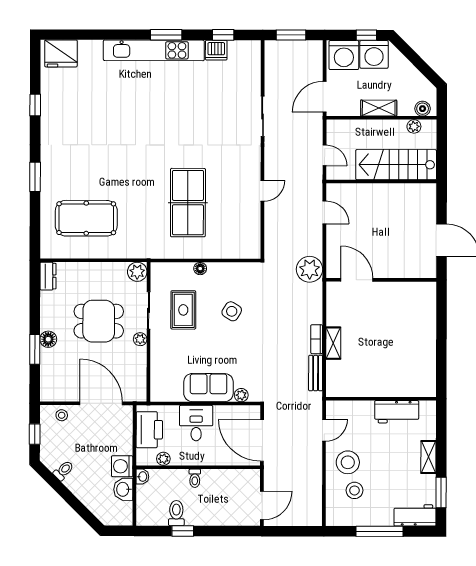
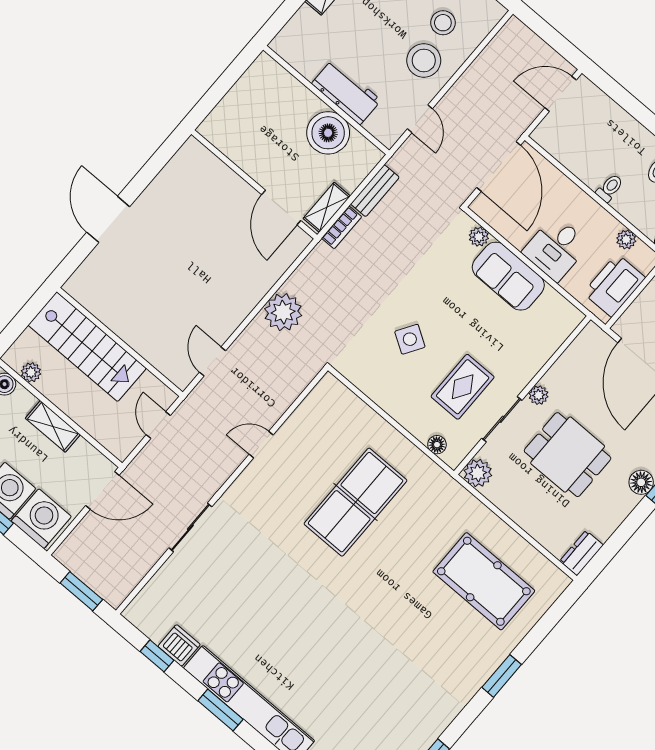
floor lamp: (200, 269) -> (437, 445), moved
door: (357, 280) -> (281, 208), moved
wall: (381, 280) -> (254, 184), moved
boiler: (365, 382) -> (328, 133), added
workbench: (397, 412) -> (346, 92), moved
door: (324, 430) -> (420, 119), swing flipped

